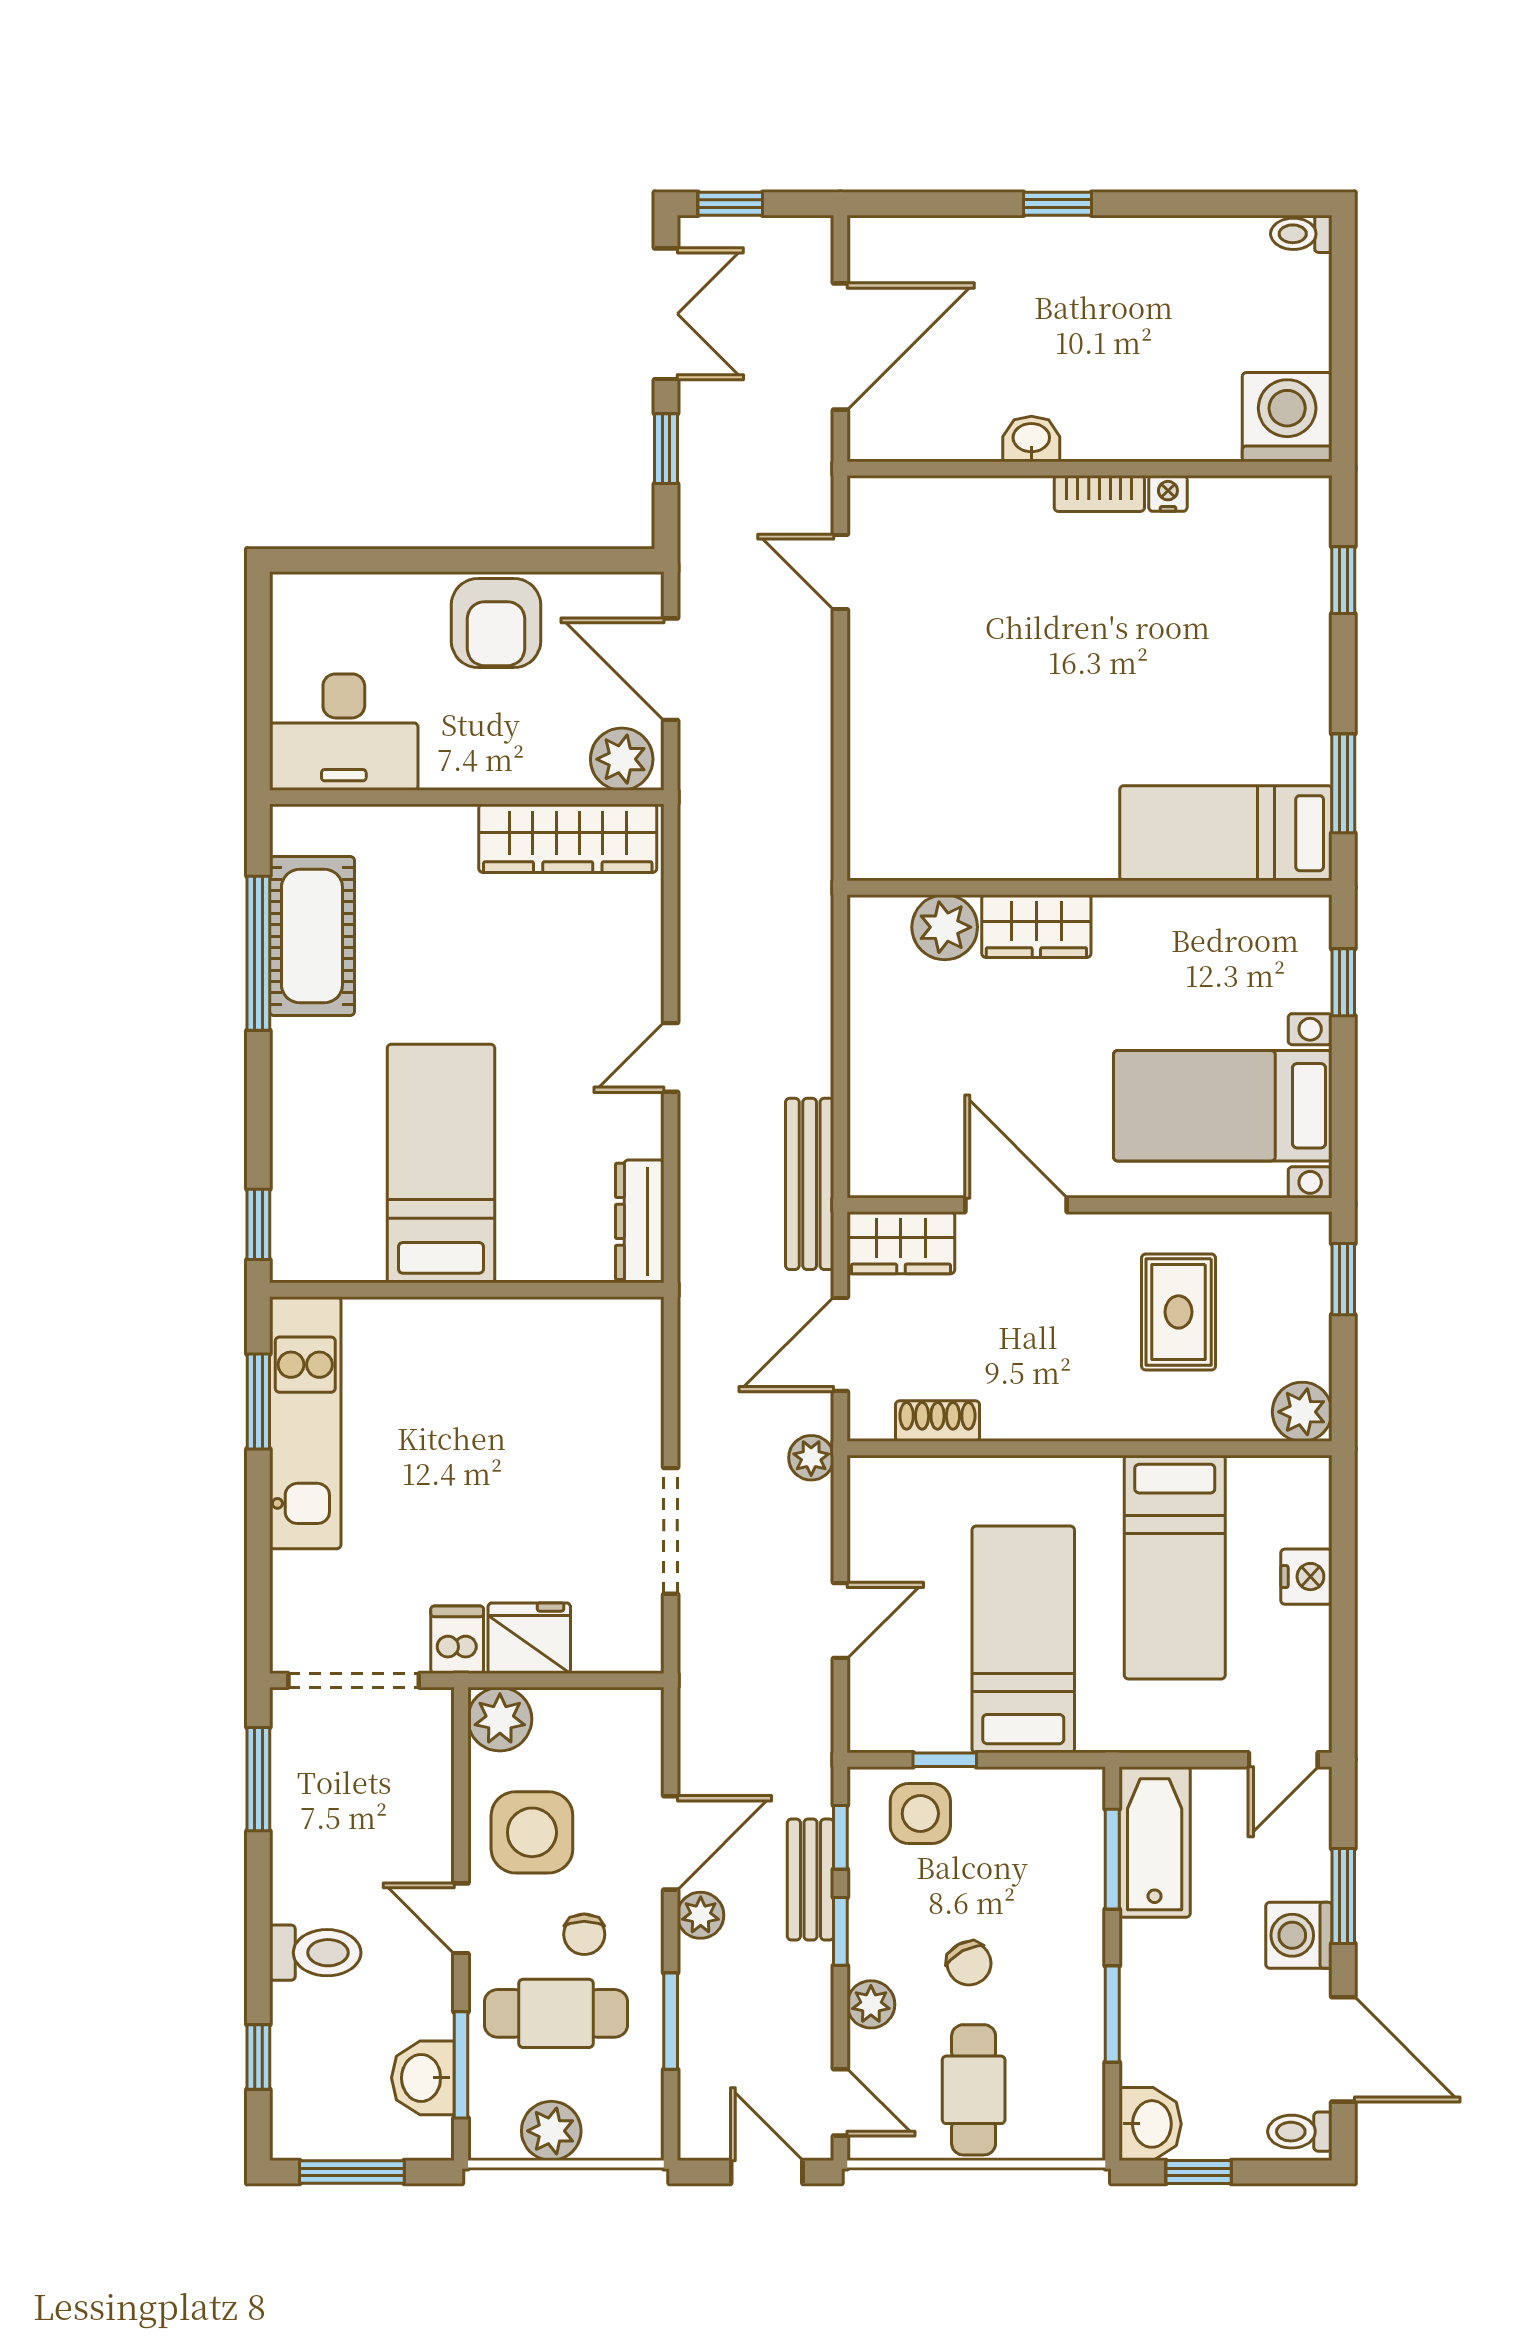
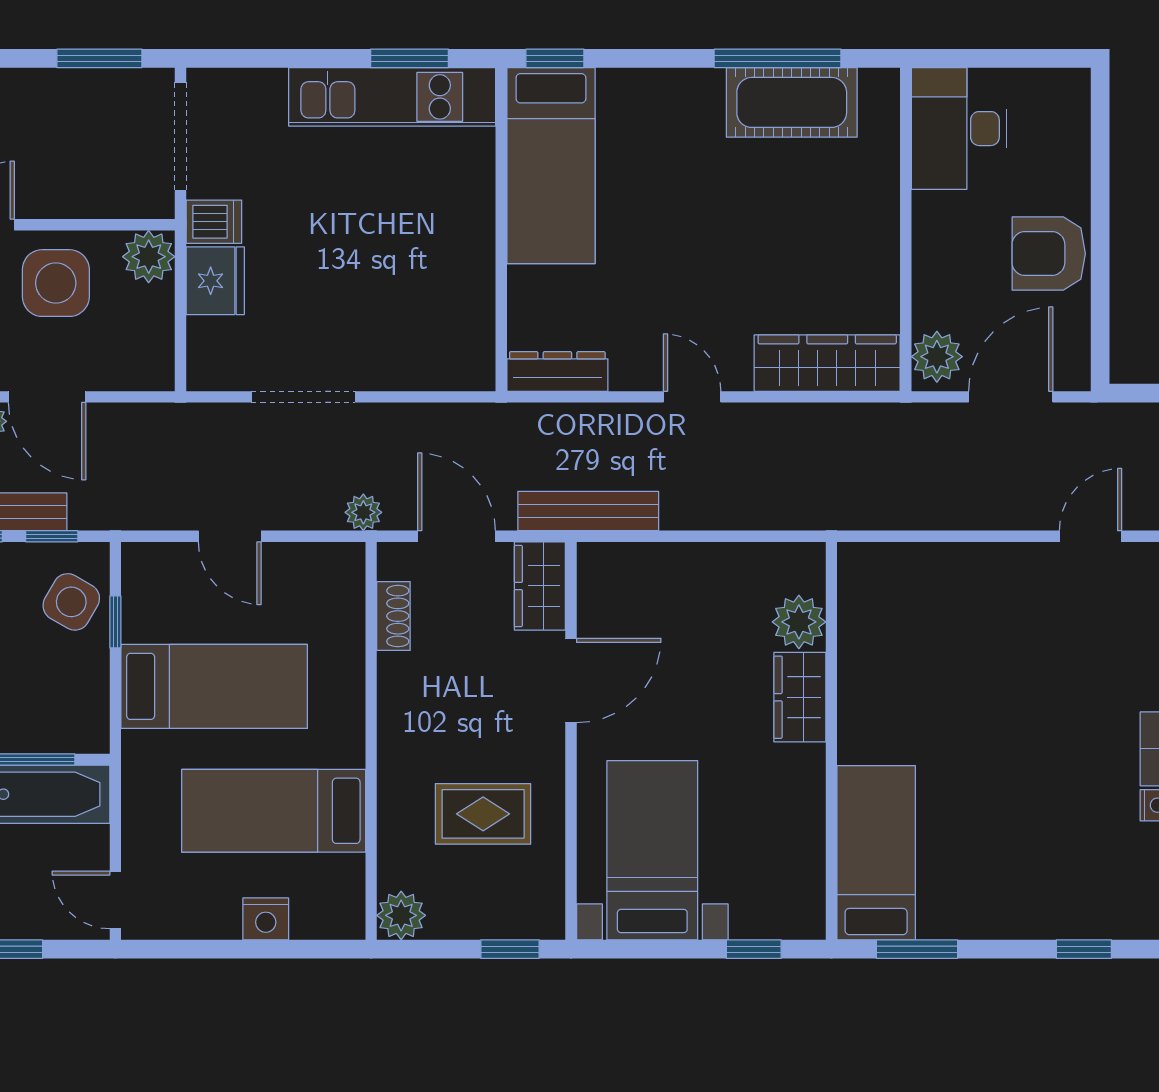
wardrobe: (568, 838) -> (827, 363), moved, turned 90
bed: (441, 1164) -> (551, 166), moved, turned 90
side table: (920, 1814) -> (71, 602), turned 30

